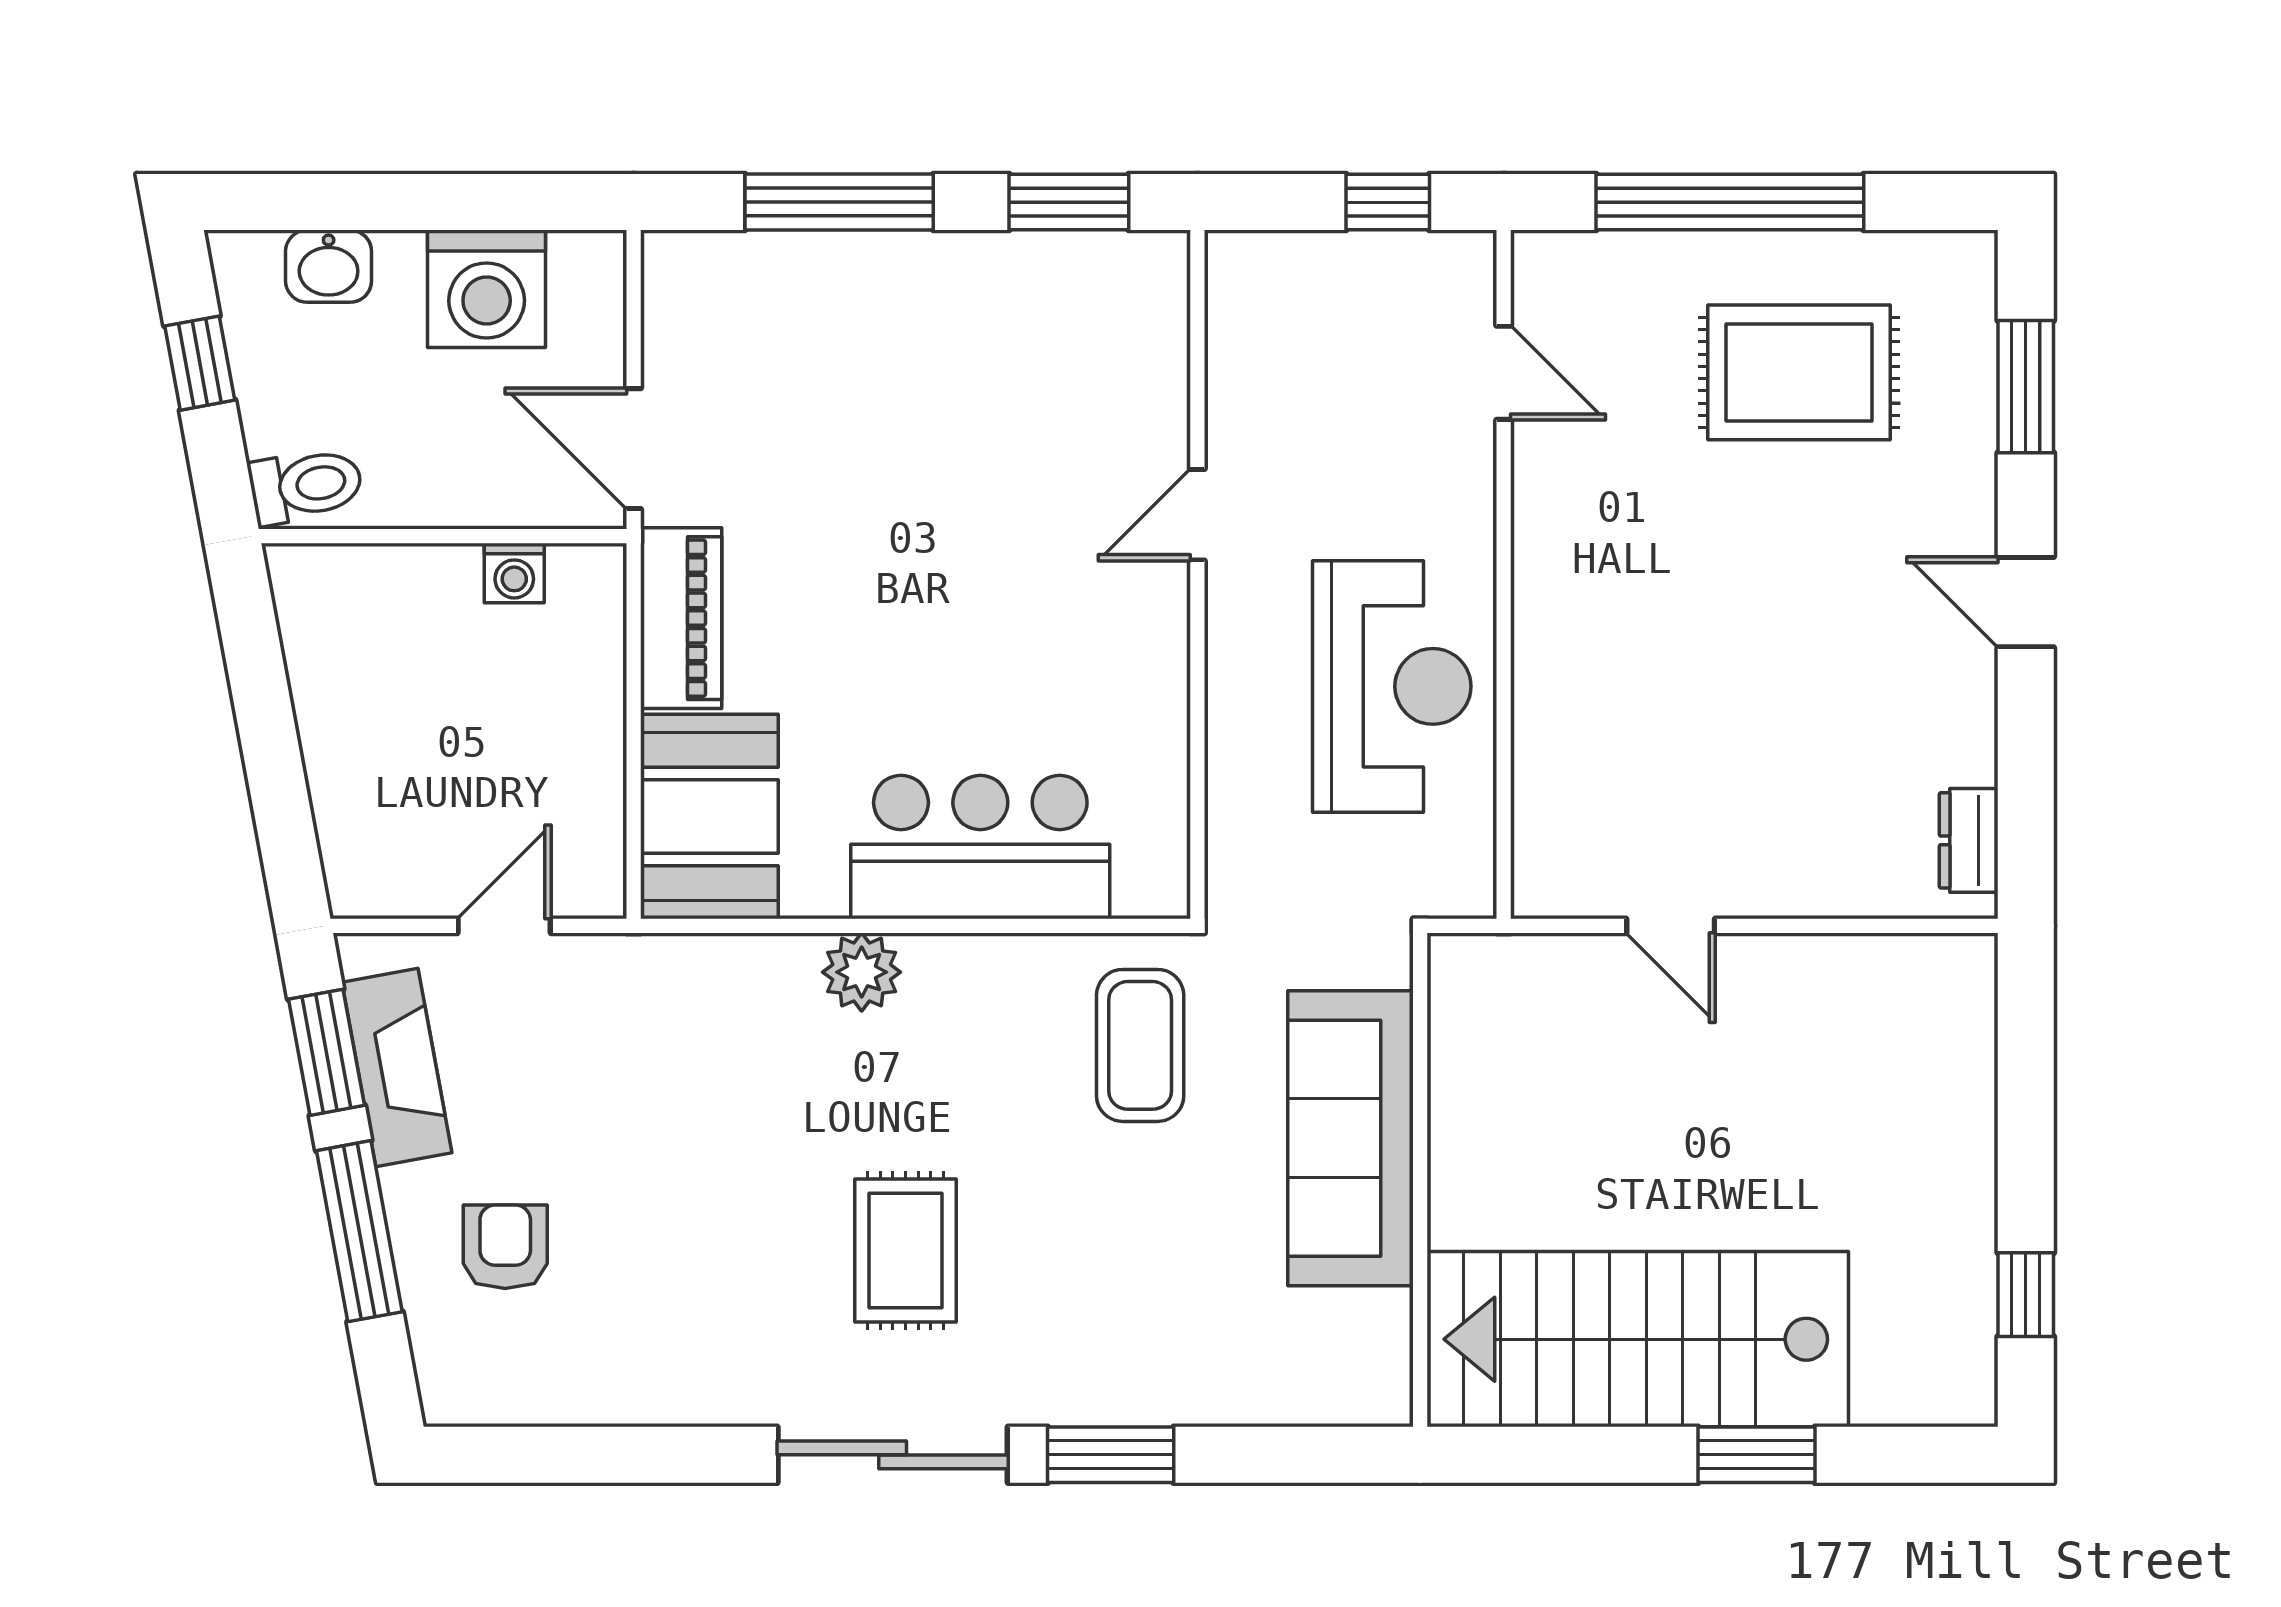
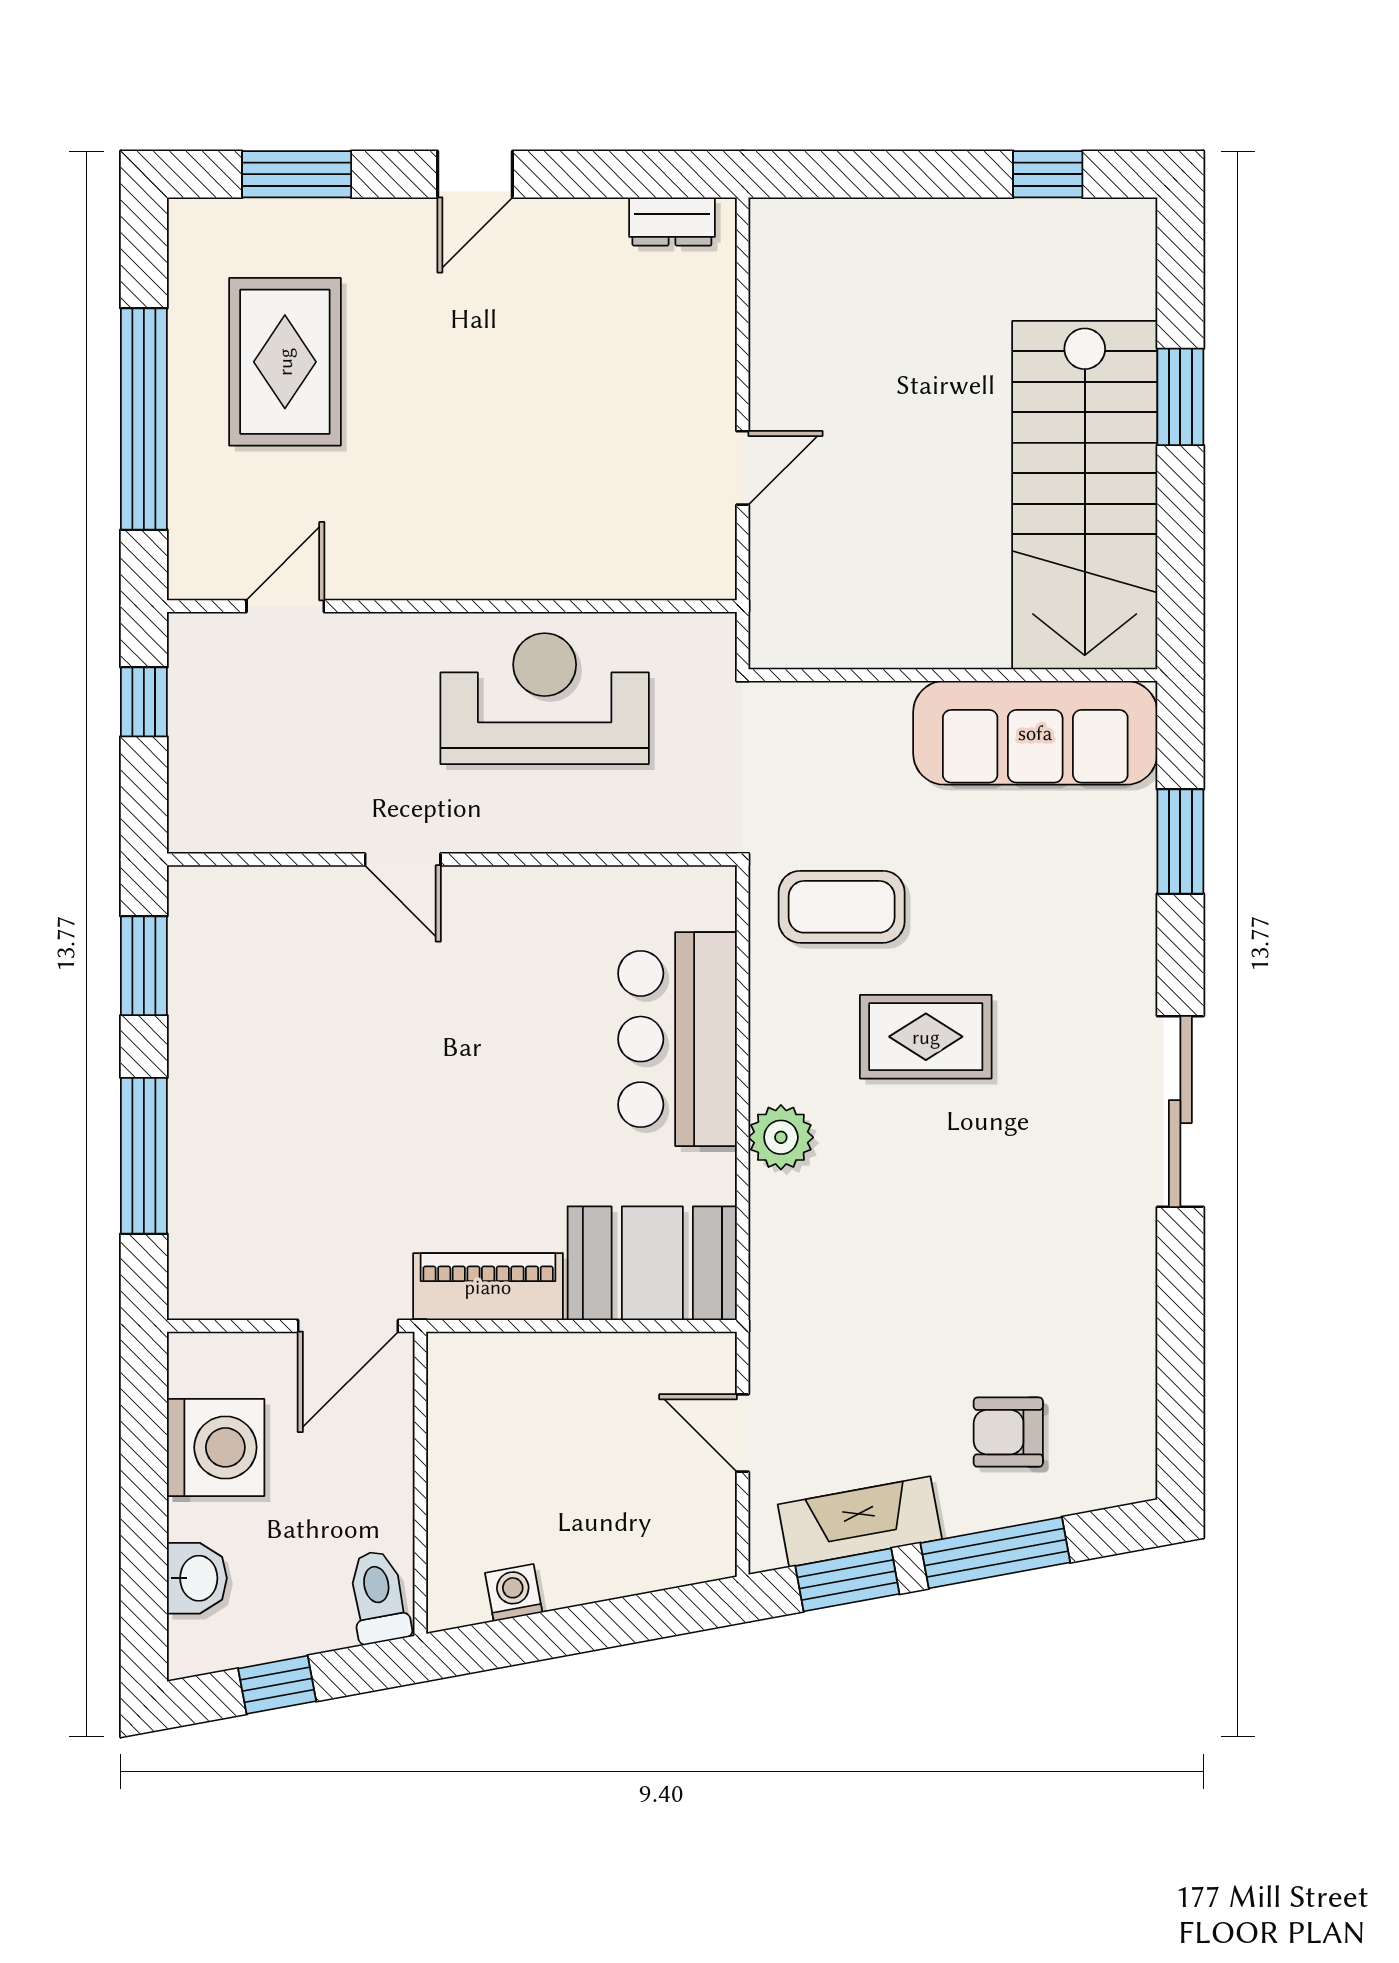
washing machine: (514, 573) -> (514, 1593), moved, turned -100
sofa: (1351, 1138) -> (1035, 733), moved
rug: (905, 1251) -> (926, 1037), moved
window: (1111, 1455) -> (1180, 841), moved

